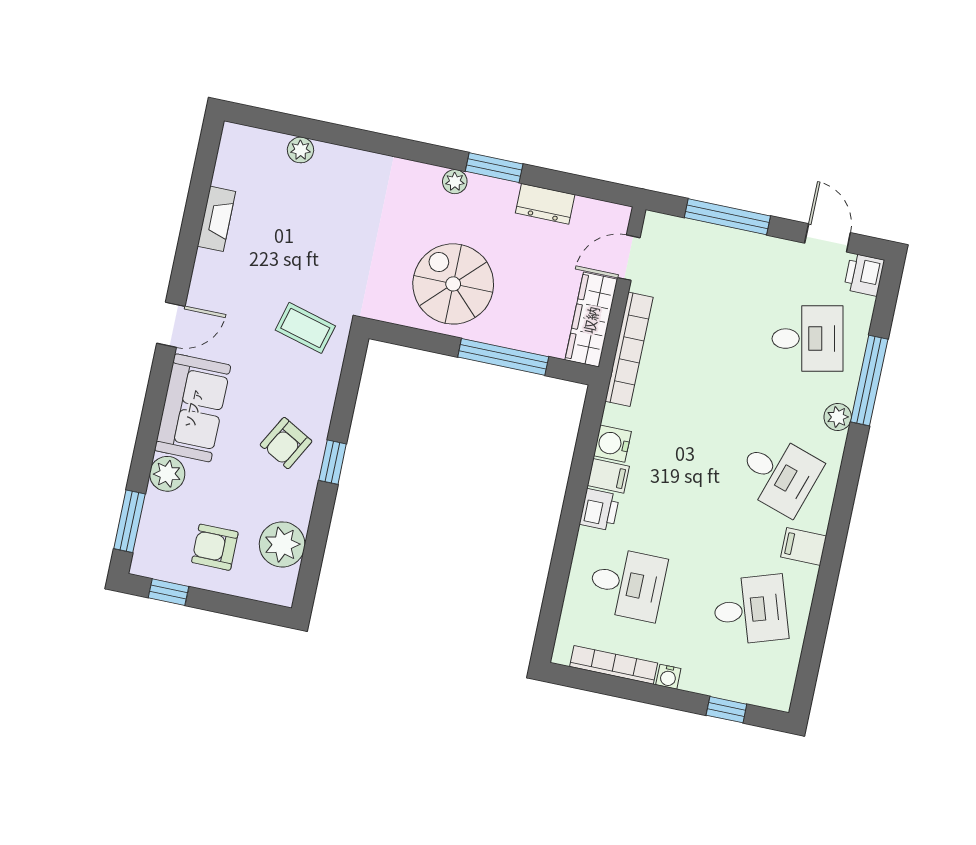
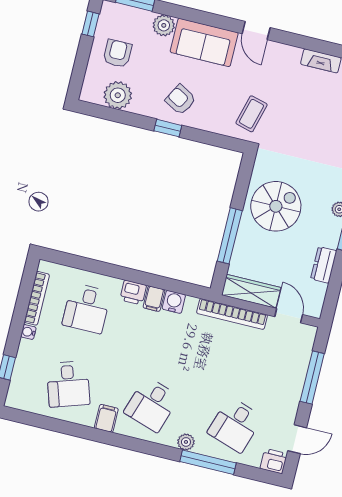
desk: (808, 339) -> (235, 425), turned 30

